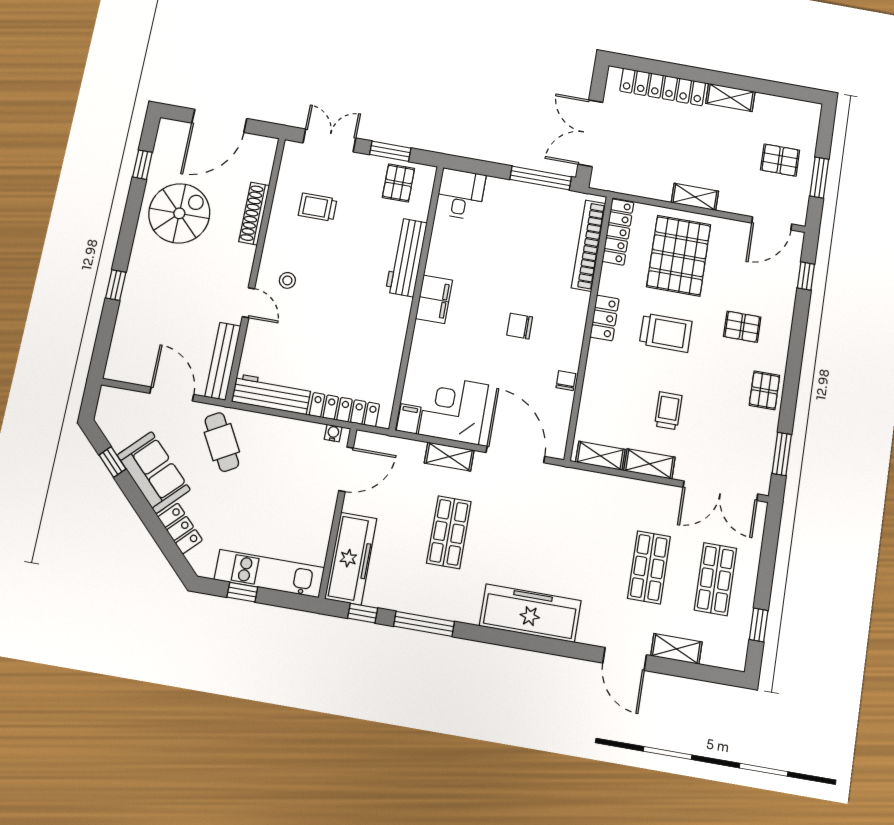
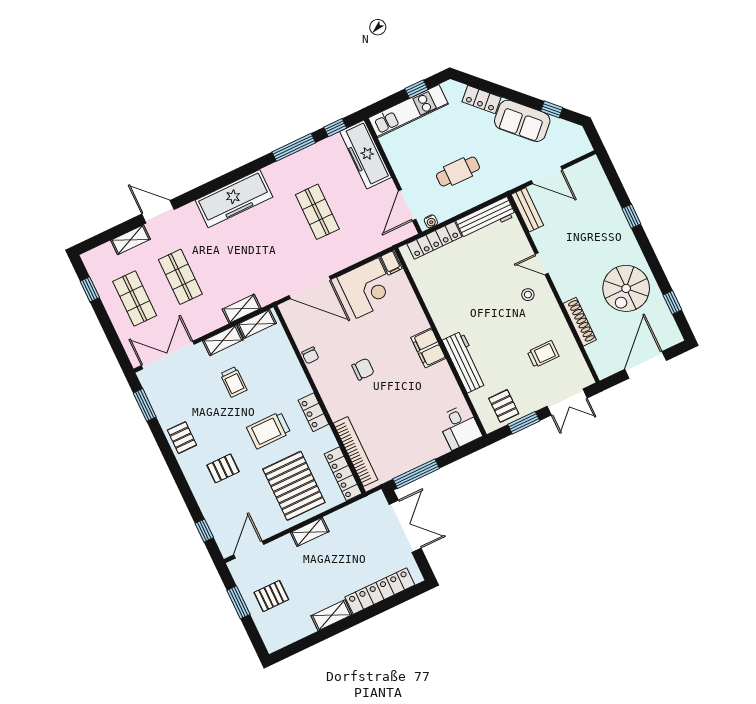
bench: (223, 361) -> (527, 210), width x0.73
cafe table: (222, 442) -> (458, 172), moved, turned -61
shelving: (449, 457) -> (242, 309), moved

